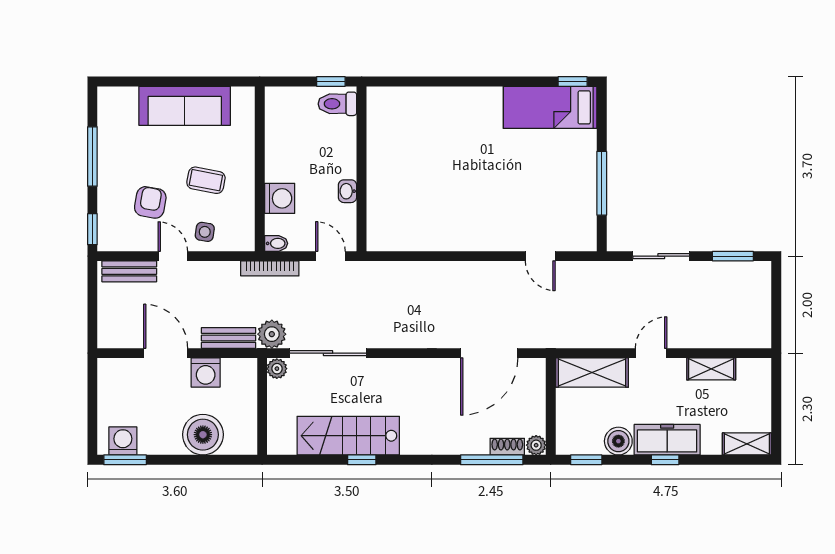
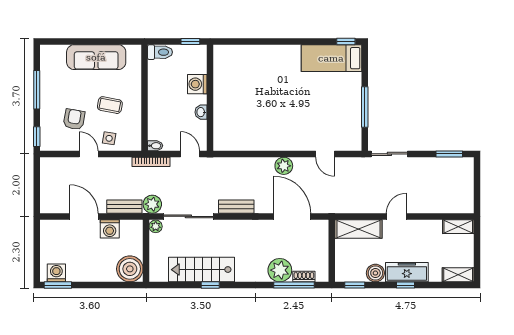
toilet: (337, 104) -> (160, 52), moved, turned 180
washing machine: (280, 198) -> (197, 84), moved, turned 180
sliding door: (661, 256) -> (389, 154), moved
bench: (129, 271) -> (236, 207), moved
plant: (476, 275) -> (284, 166), added
door: (489, 353) -> (292, 216), swing flipped
shelving: (711, 369) -> (458, 227), moved
boiler: (203, 435) -> (130, 269), moved
plant: (536, 445) -> (280, 270), moved, width x1.87, depth x1.87

